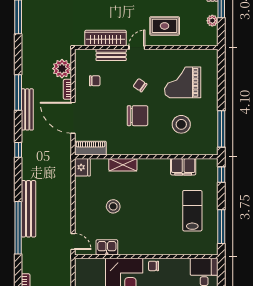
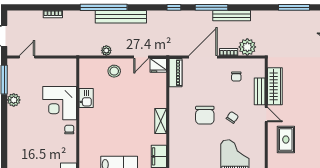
window: (18, 92) -> (211, 7), moved
bench: (27, 109) -> (232, 16), moved
stool: (181, 124) -> (197, 155), removed
shelving: (123, 165) -> (161, 121), moved
stool: (113, 206) -> (114, 71), moved
plant: (66, 225) -> (106, 50), added
door: (73, 241) -> (141, 57), moved
kitchen sink: (107, 247) -> (86, 98), moved

